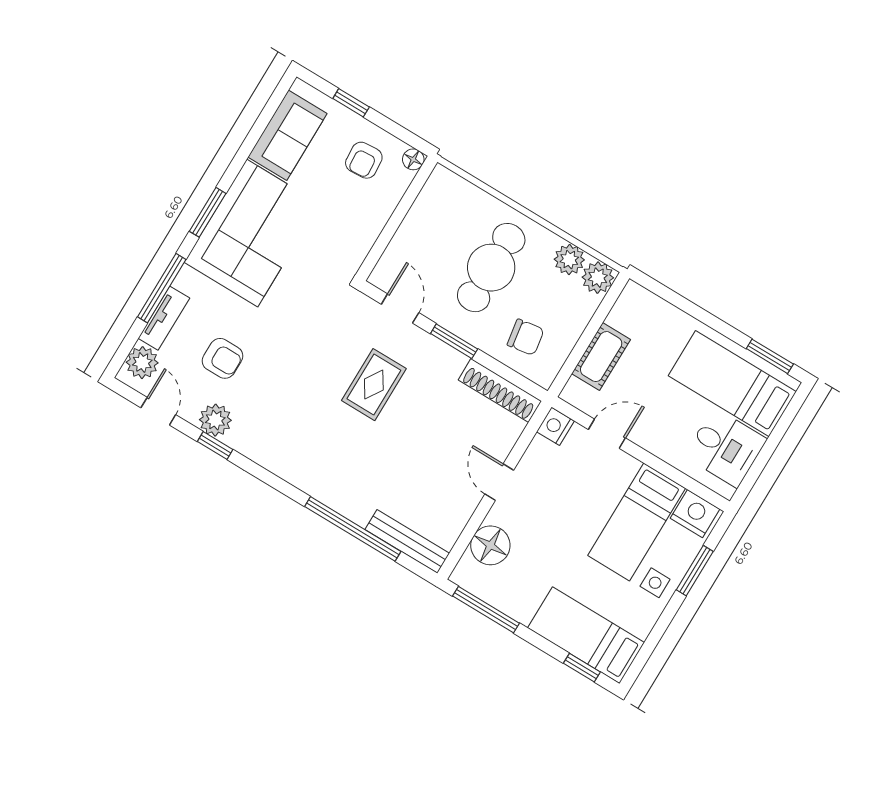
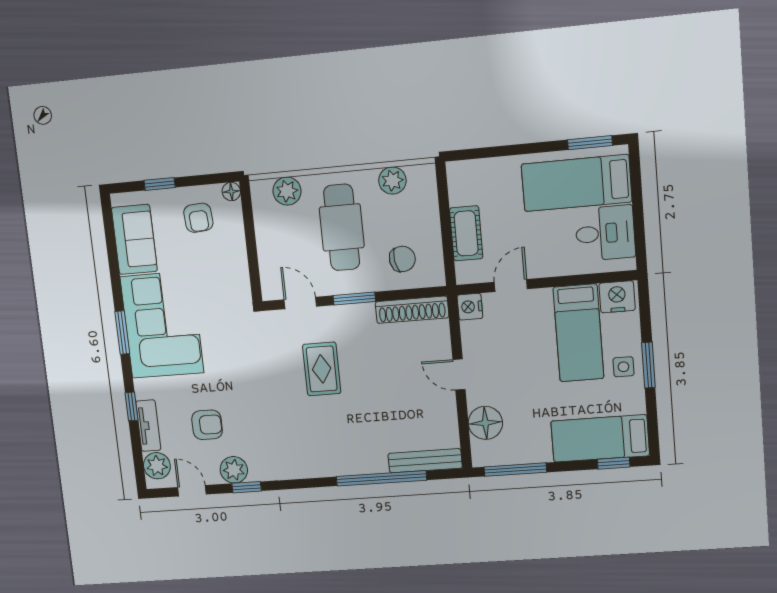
plant: (598, 278) -> (287, 191), moved
window: (162, 288) -> (132, 406), width x0.46
window: (695, 571) -> (648, 365), moved

